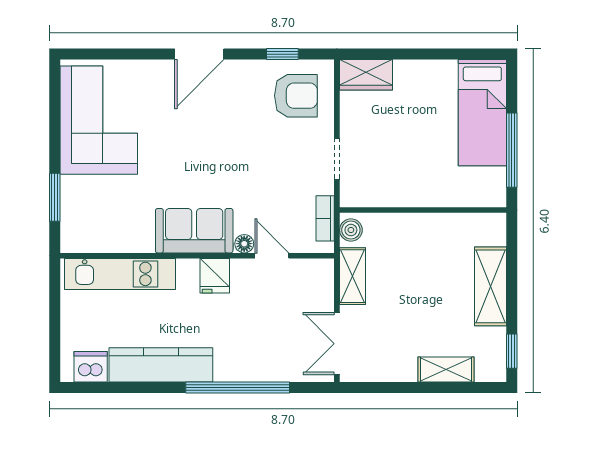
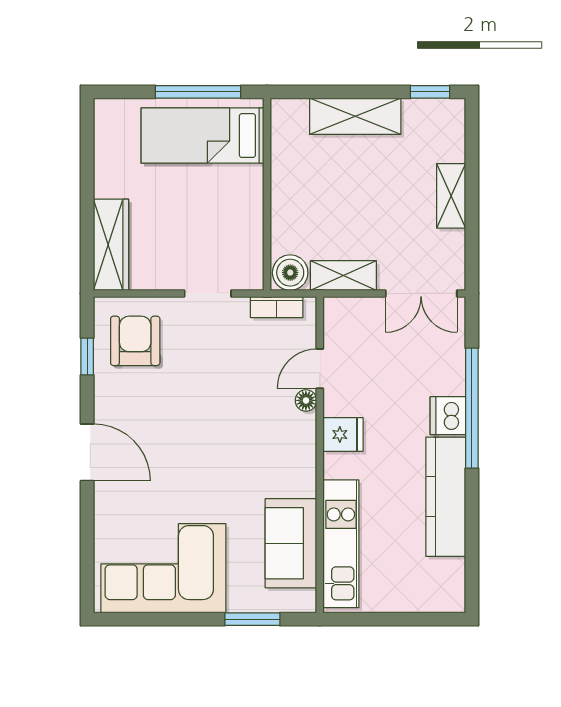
wardrobe: (366, 75) -> (111, 245), width x1.50
bed: (482, 113) -> (203, 136), moved, turned 180
boiler: (351, 230) -> (290, 273), width x1.36, depth x1.36
sofa: (194, 231) -> (291, 543), moved
dishwasher: (91, 367) -> (448, 416), moved
shelving: (446, 369) -> (451, 196), moved

